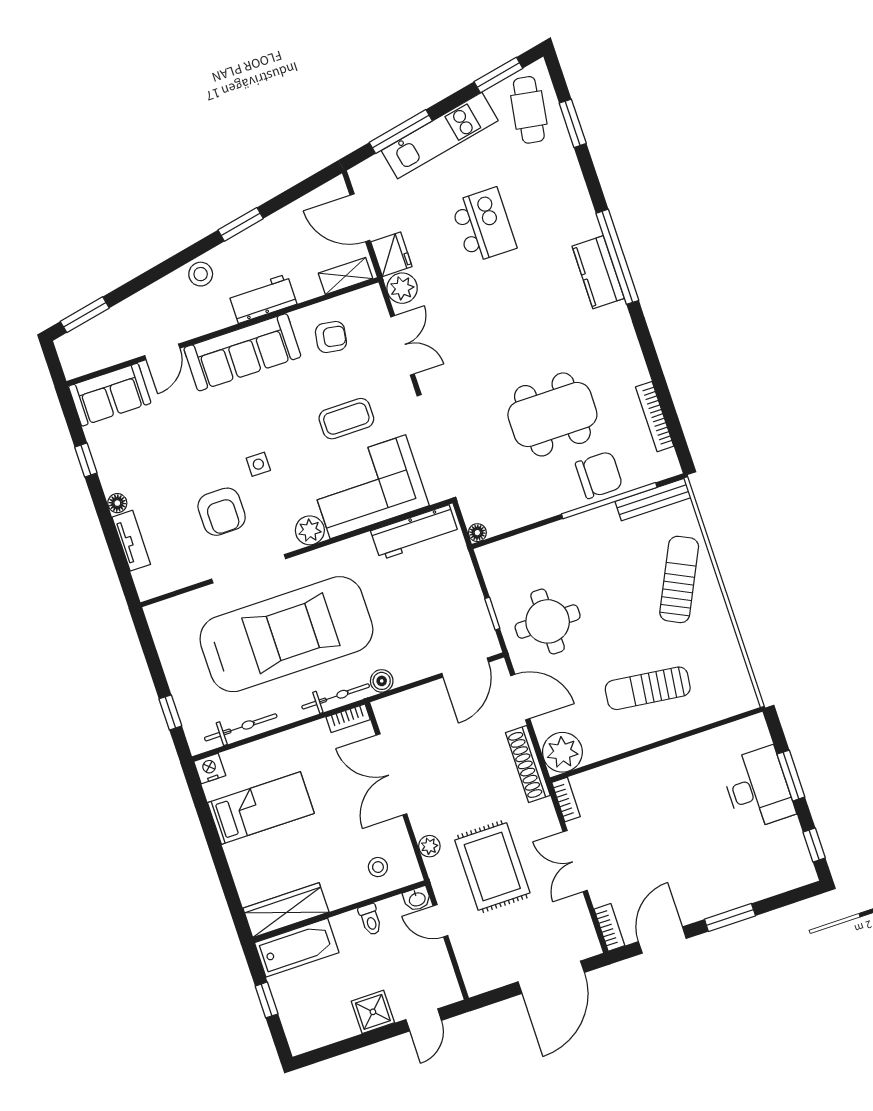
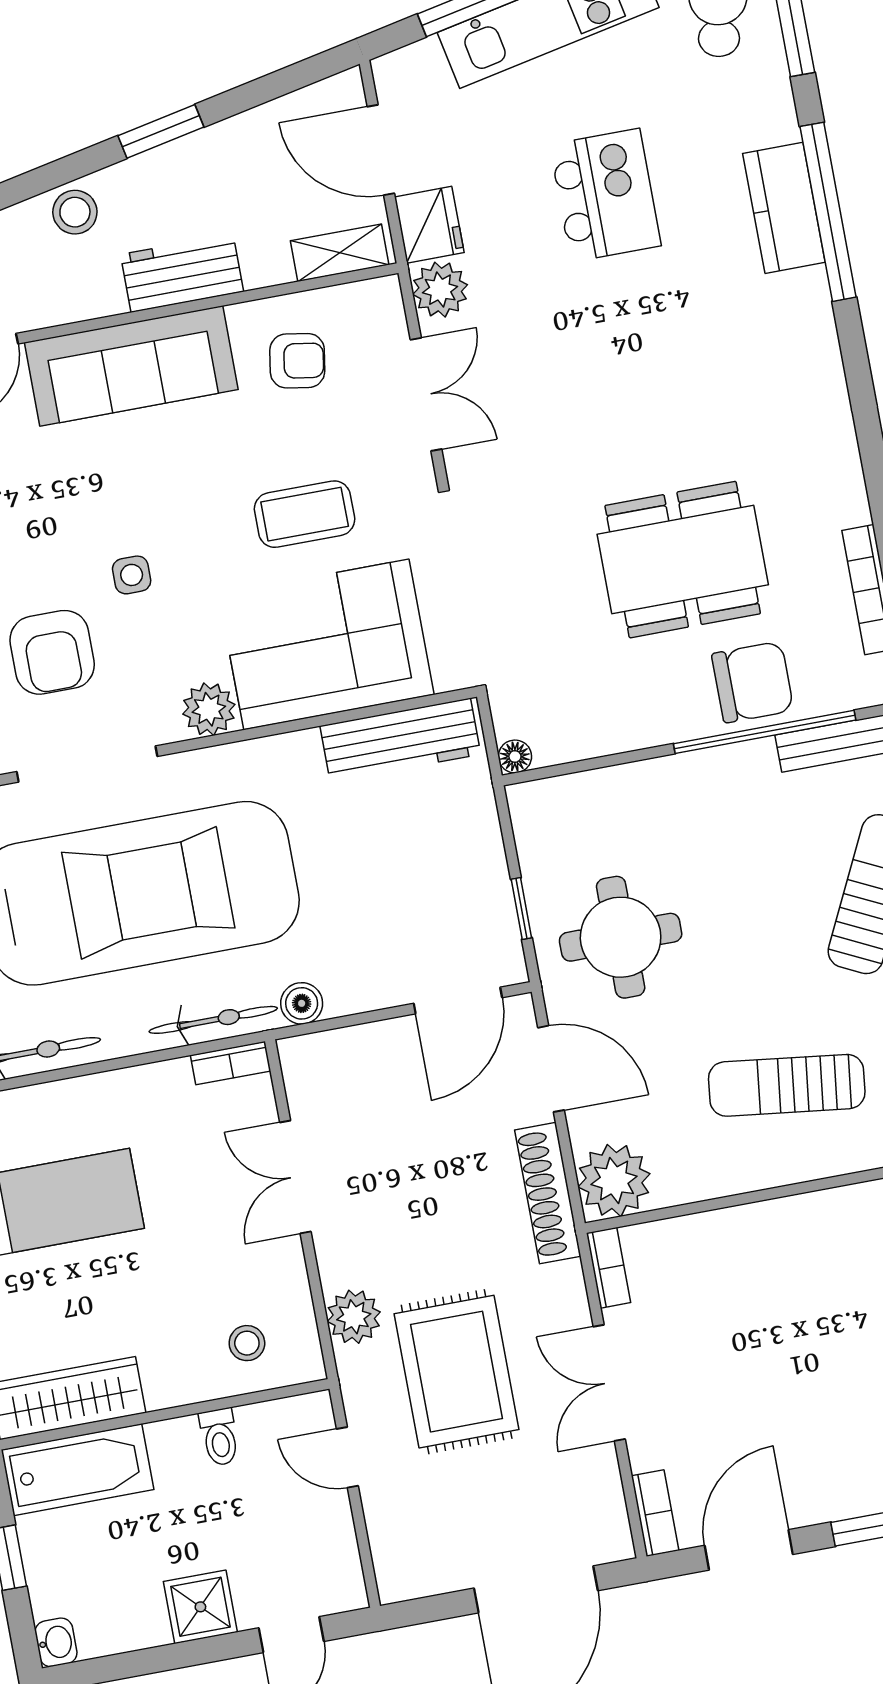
window: (617, 257) -> (828, 212), moved
kitchen counter: (598, 272) -> (784, 208), moved
double door: (391, 774) -> (295, 1177), width x0.73
plant: (429, 846) -> (354, 1317), width x1.38, depth x1.38
washbasin: (417, 899) -> (56, 1642), moved, turned -90

